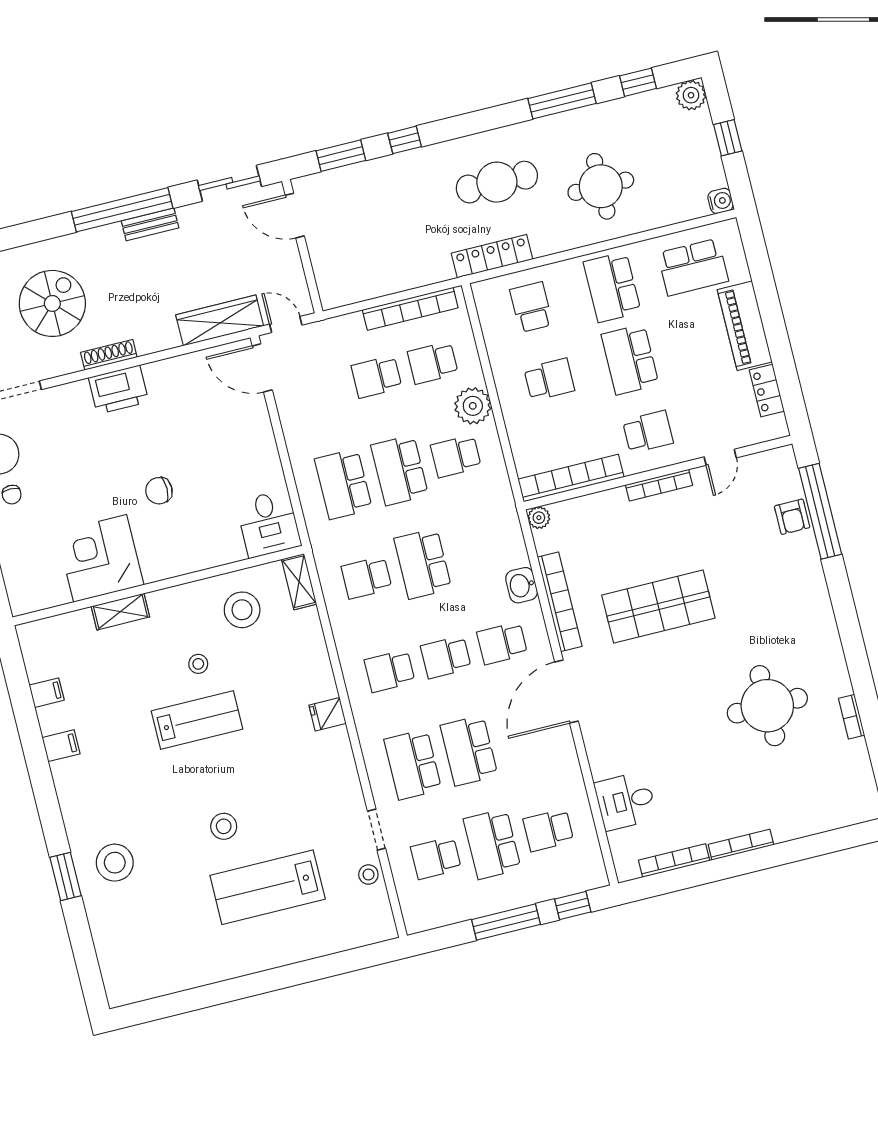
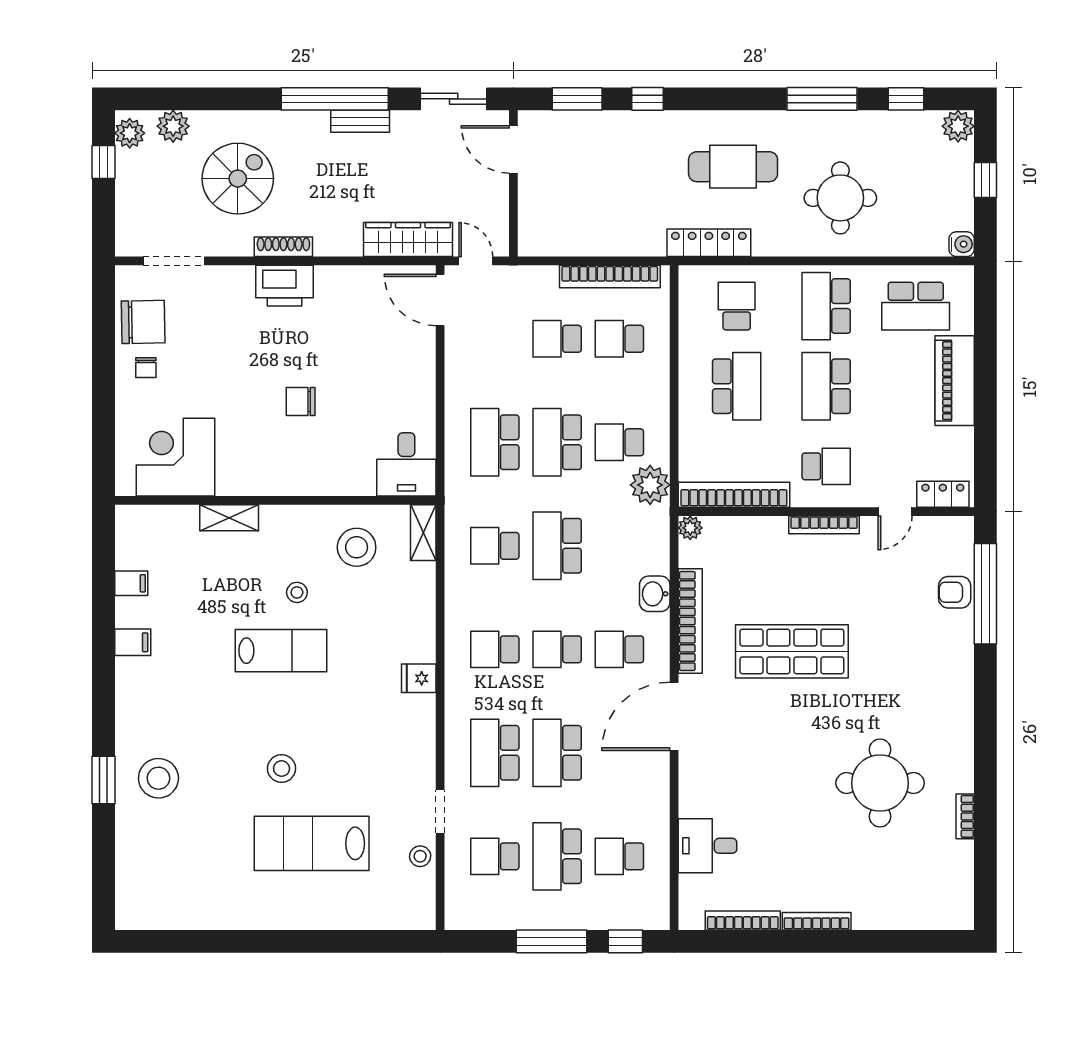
school desk: (549, 379) -> (737, 386), width x1.85
locker: (767, 390) -> (943, 494), moved, turned 90
plant: (473, 406) -> (650, 485), moved
armchair: (792, 517) -> (955, 592), turned 90
corner desk: (100, 558) -> (176, 457), moved

